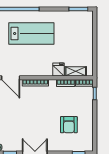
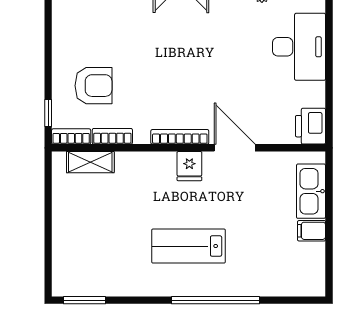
lab bench: (31, 34) -> (188, 246), width x0.73, depth x0.72
fridge: (59, 70) -> (189, 166), moved
armchair: (69, 125) -> (93, 86), moved, turned 90

